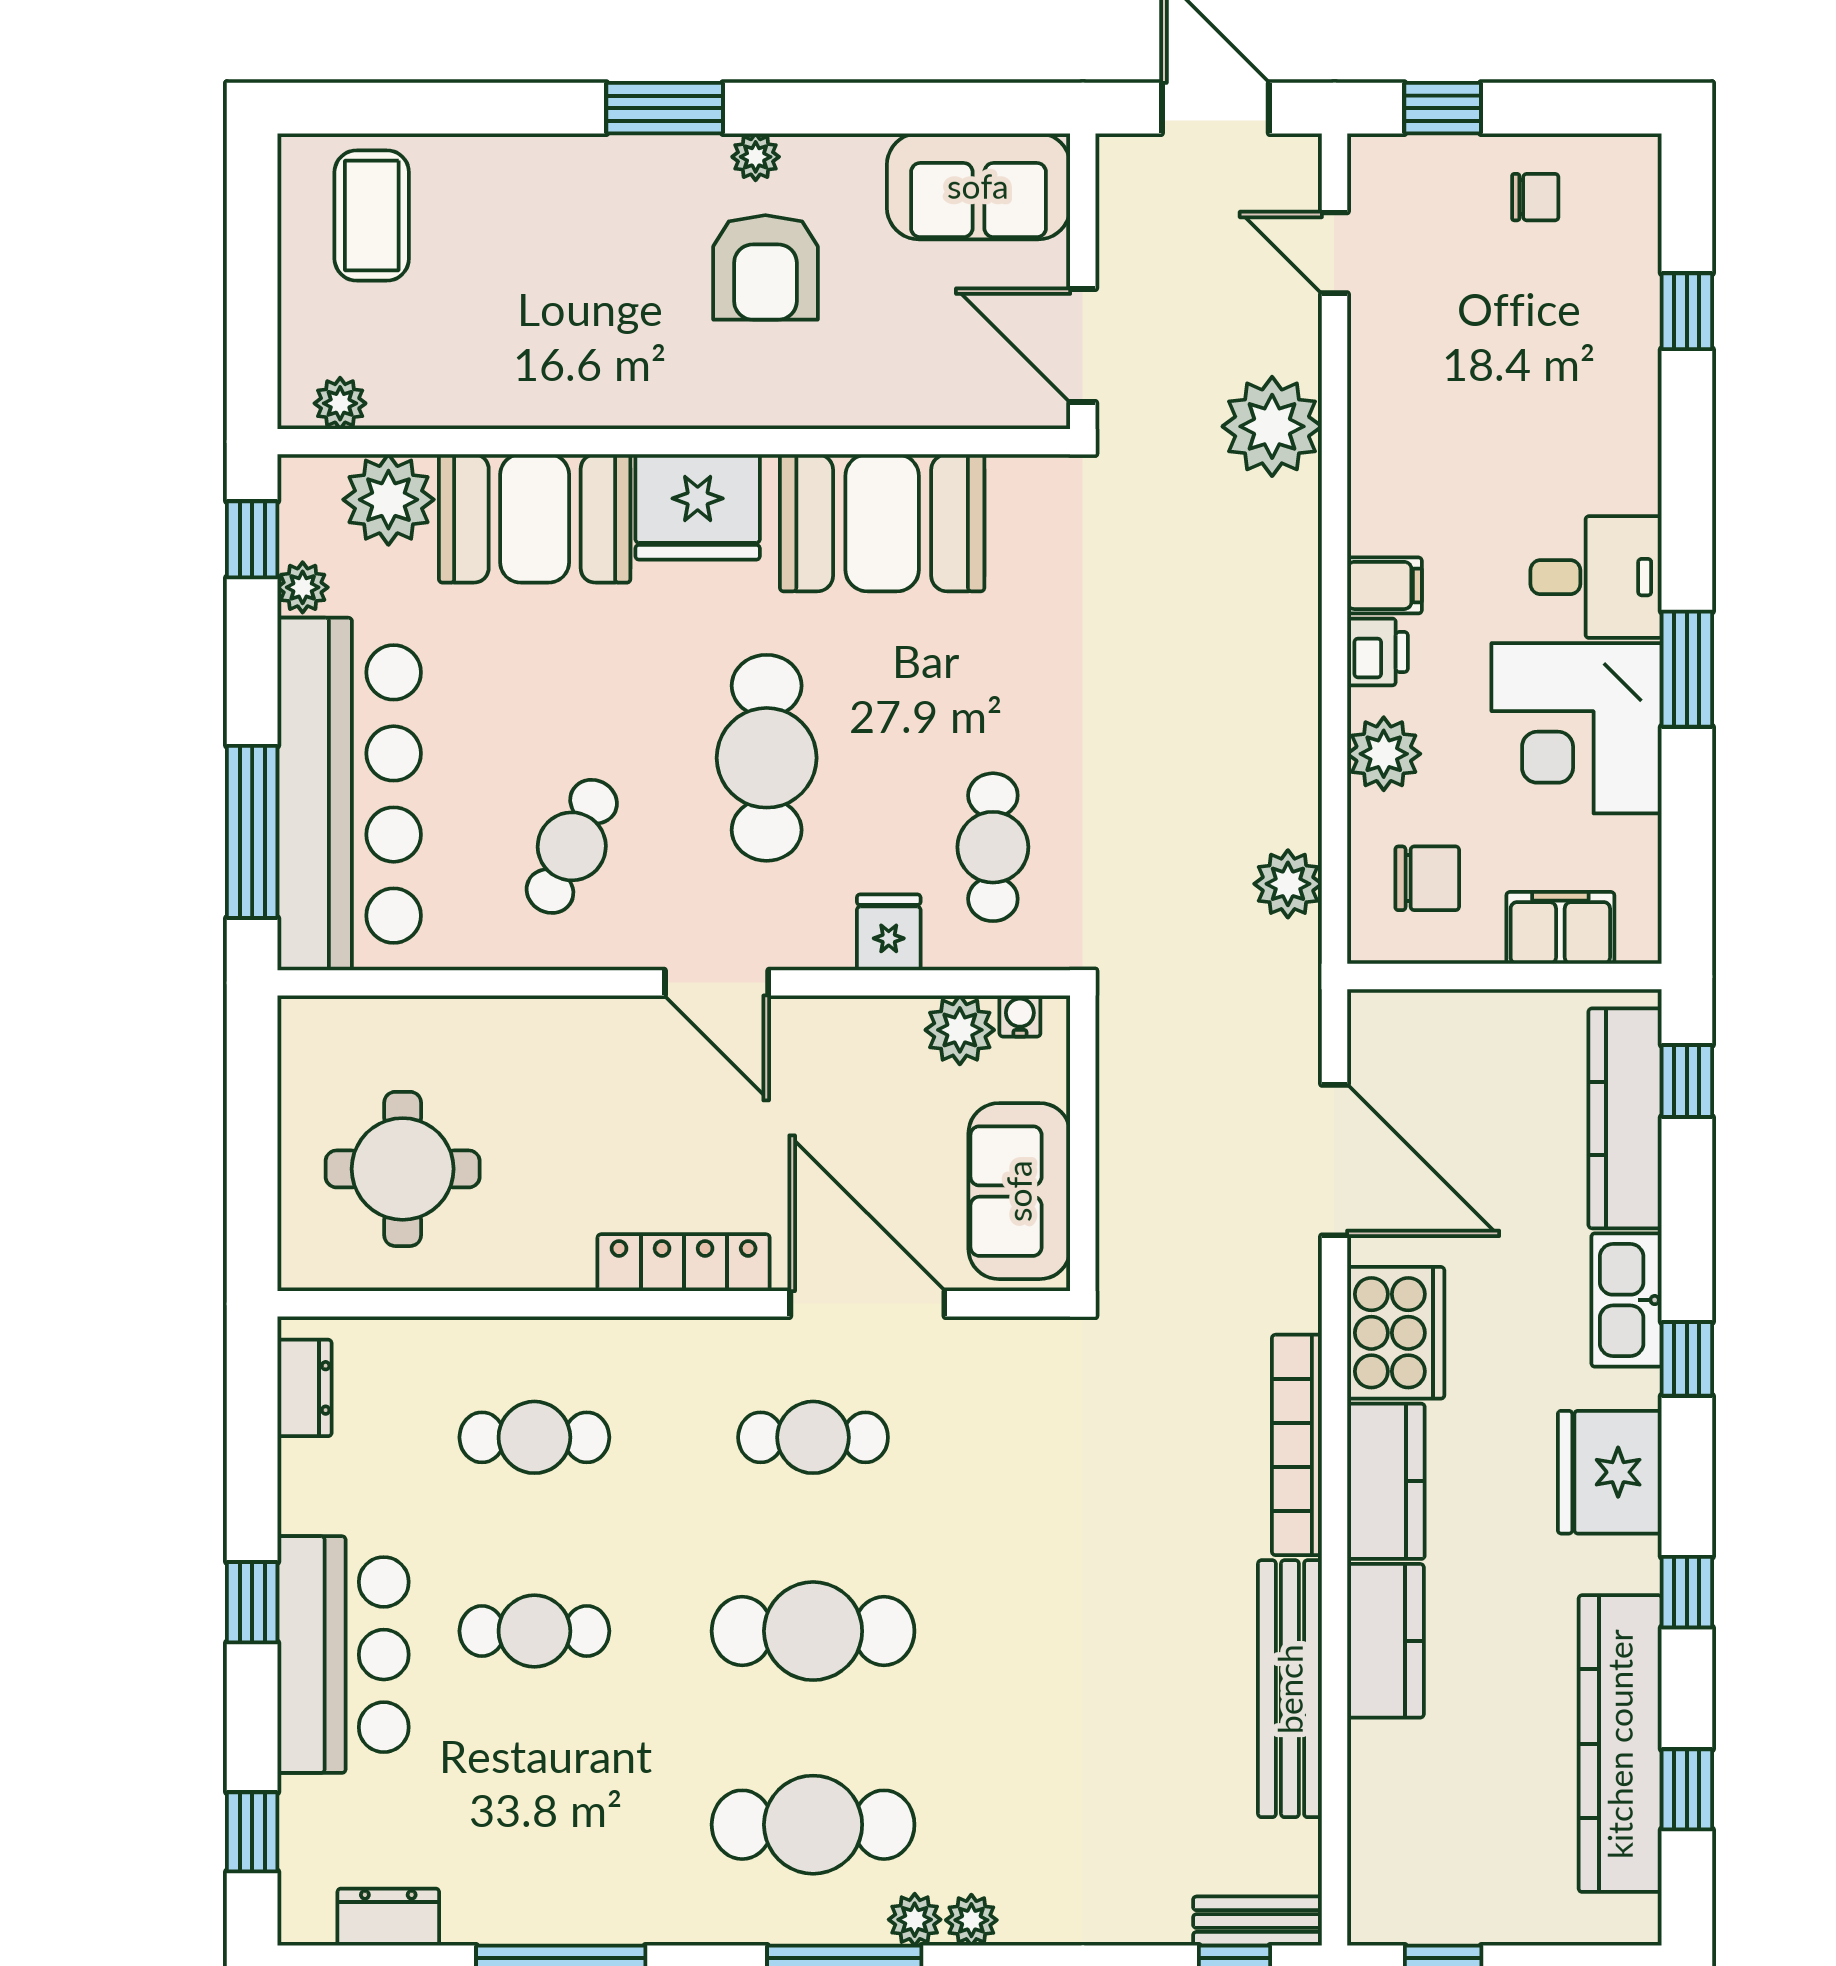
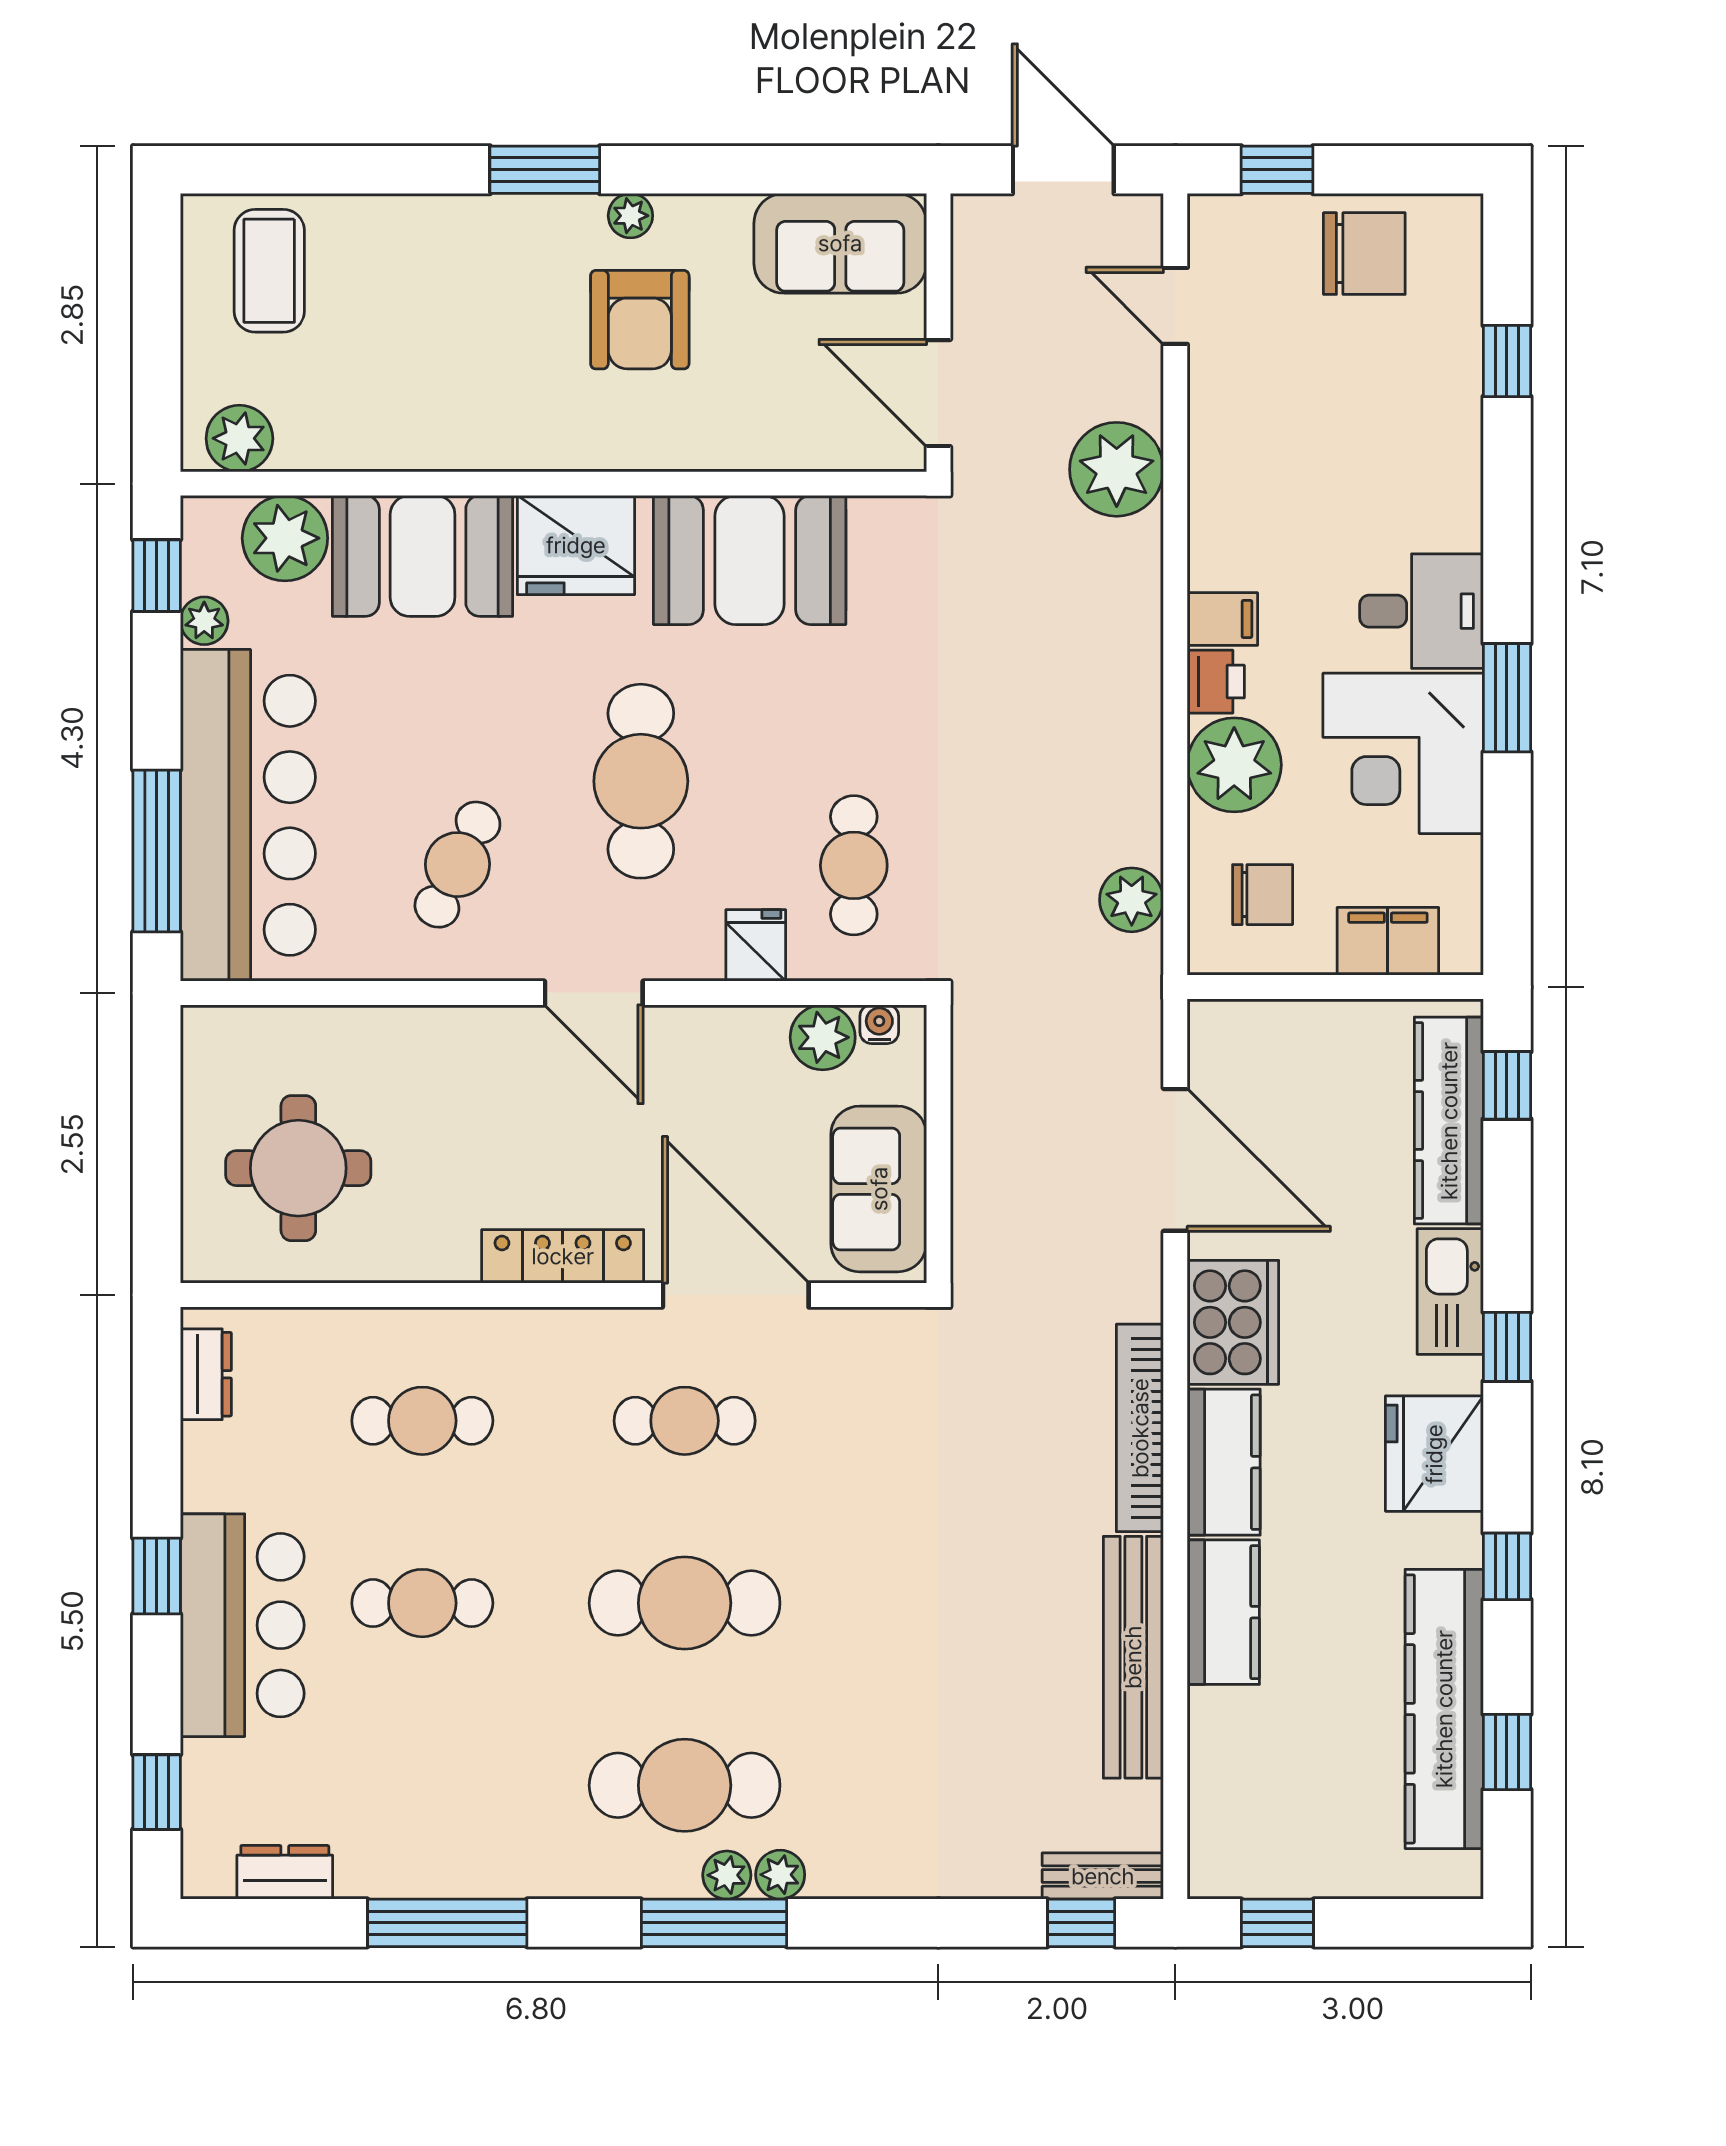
chair: (1535, 197) -> (1364, 254), width x1.87, depth x1.87
plant: (340, 403) -> (239, 438), width x1.38, depth x1.38
plant: (1384, 754) -> (1234, 765), width x1.36, depth x1.36
plant: (971, 1920) -> (727, 1875), moved

